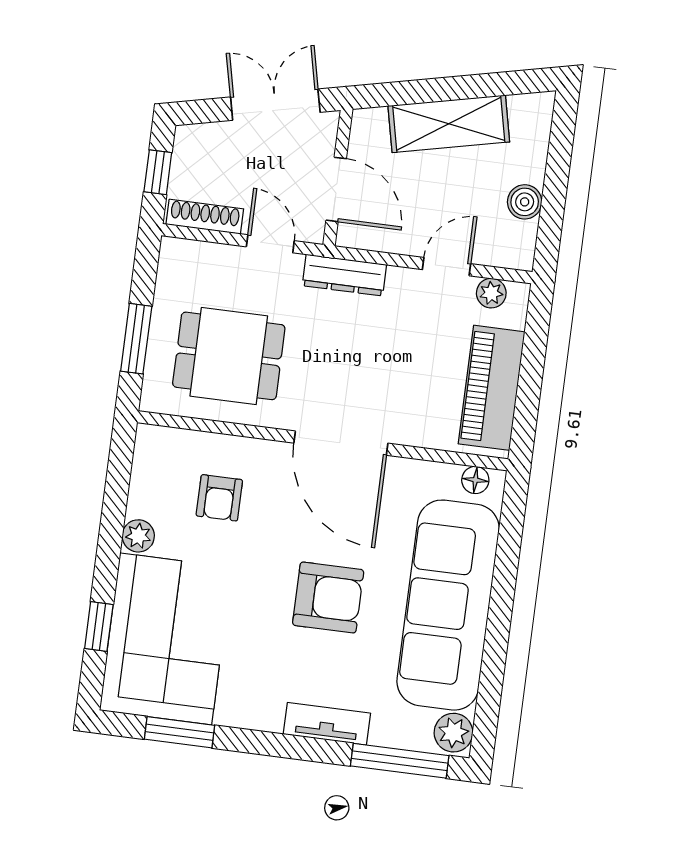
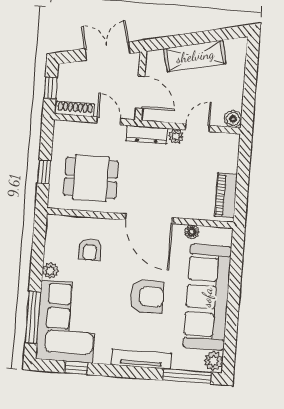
boiler: (525, 202) -> (233, 119), moved
plant: (491, 293) -> (176, 136), moved
window: (136, 339) -> (44, 172), width x0.67
piano: (492, 388) -> (226, 195), width x0.73, depth x0.75
floor lamp: (475, 480) -> (192, 232), moved
window: (99, 626) -> (33, 317), width x2.17
tv unit: (327, 724) -> (141, 359), width x1.41
window: (180, 732) -> (76, 368), width x0.67

